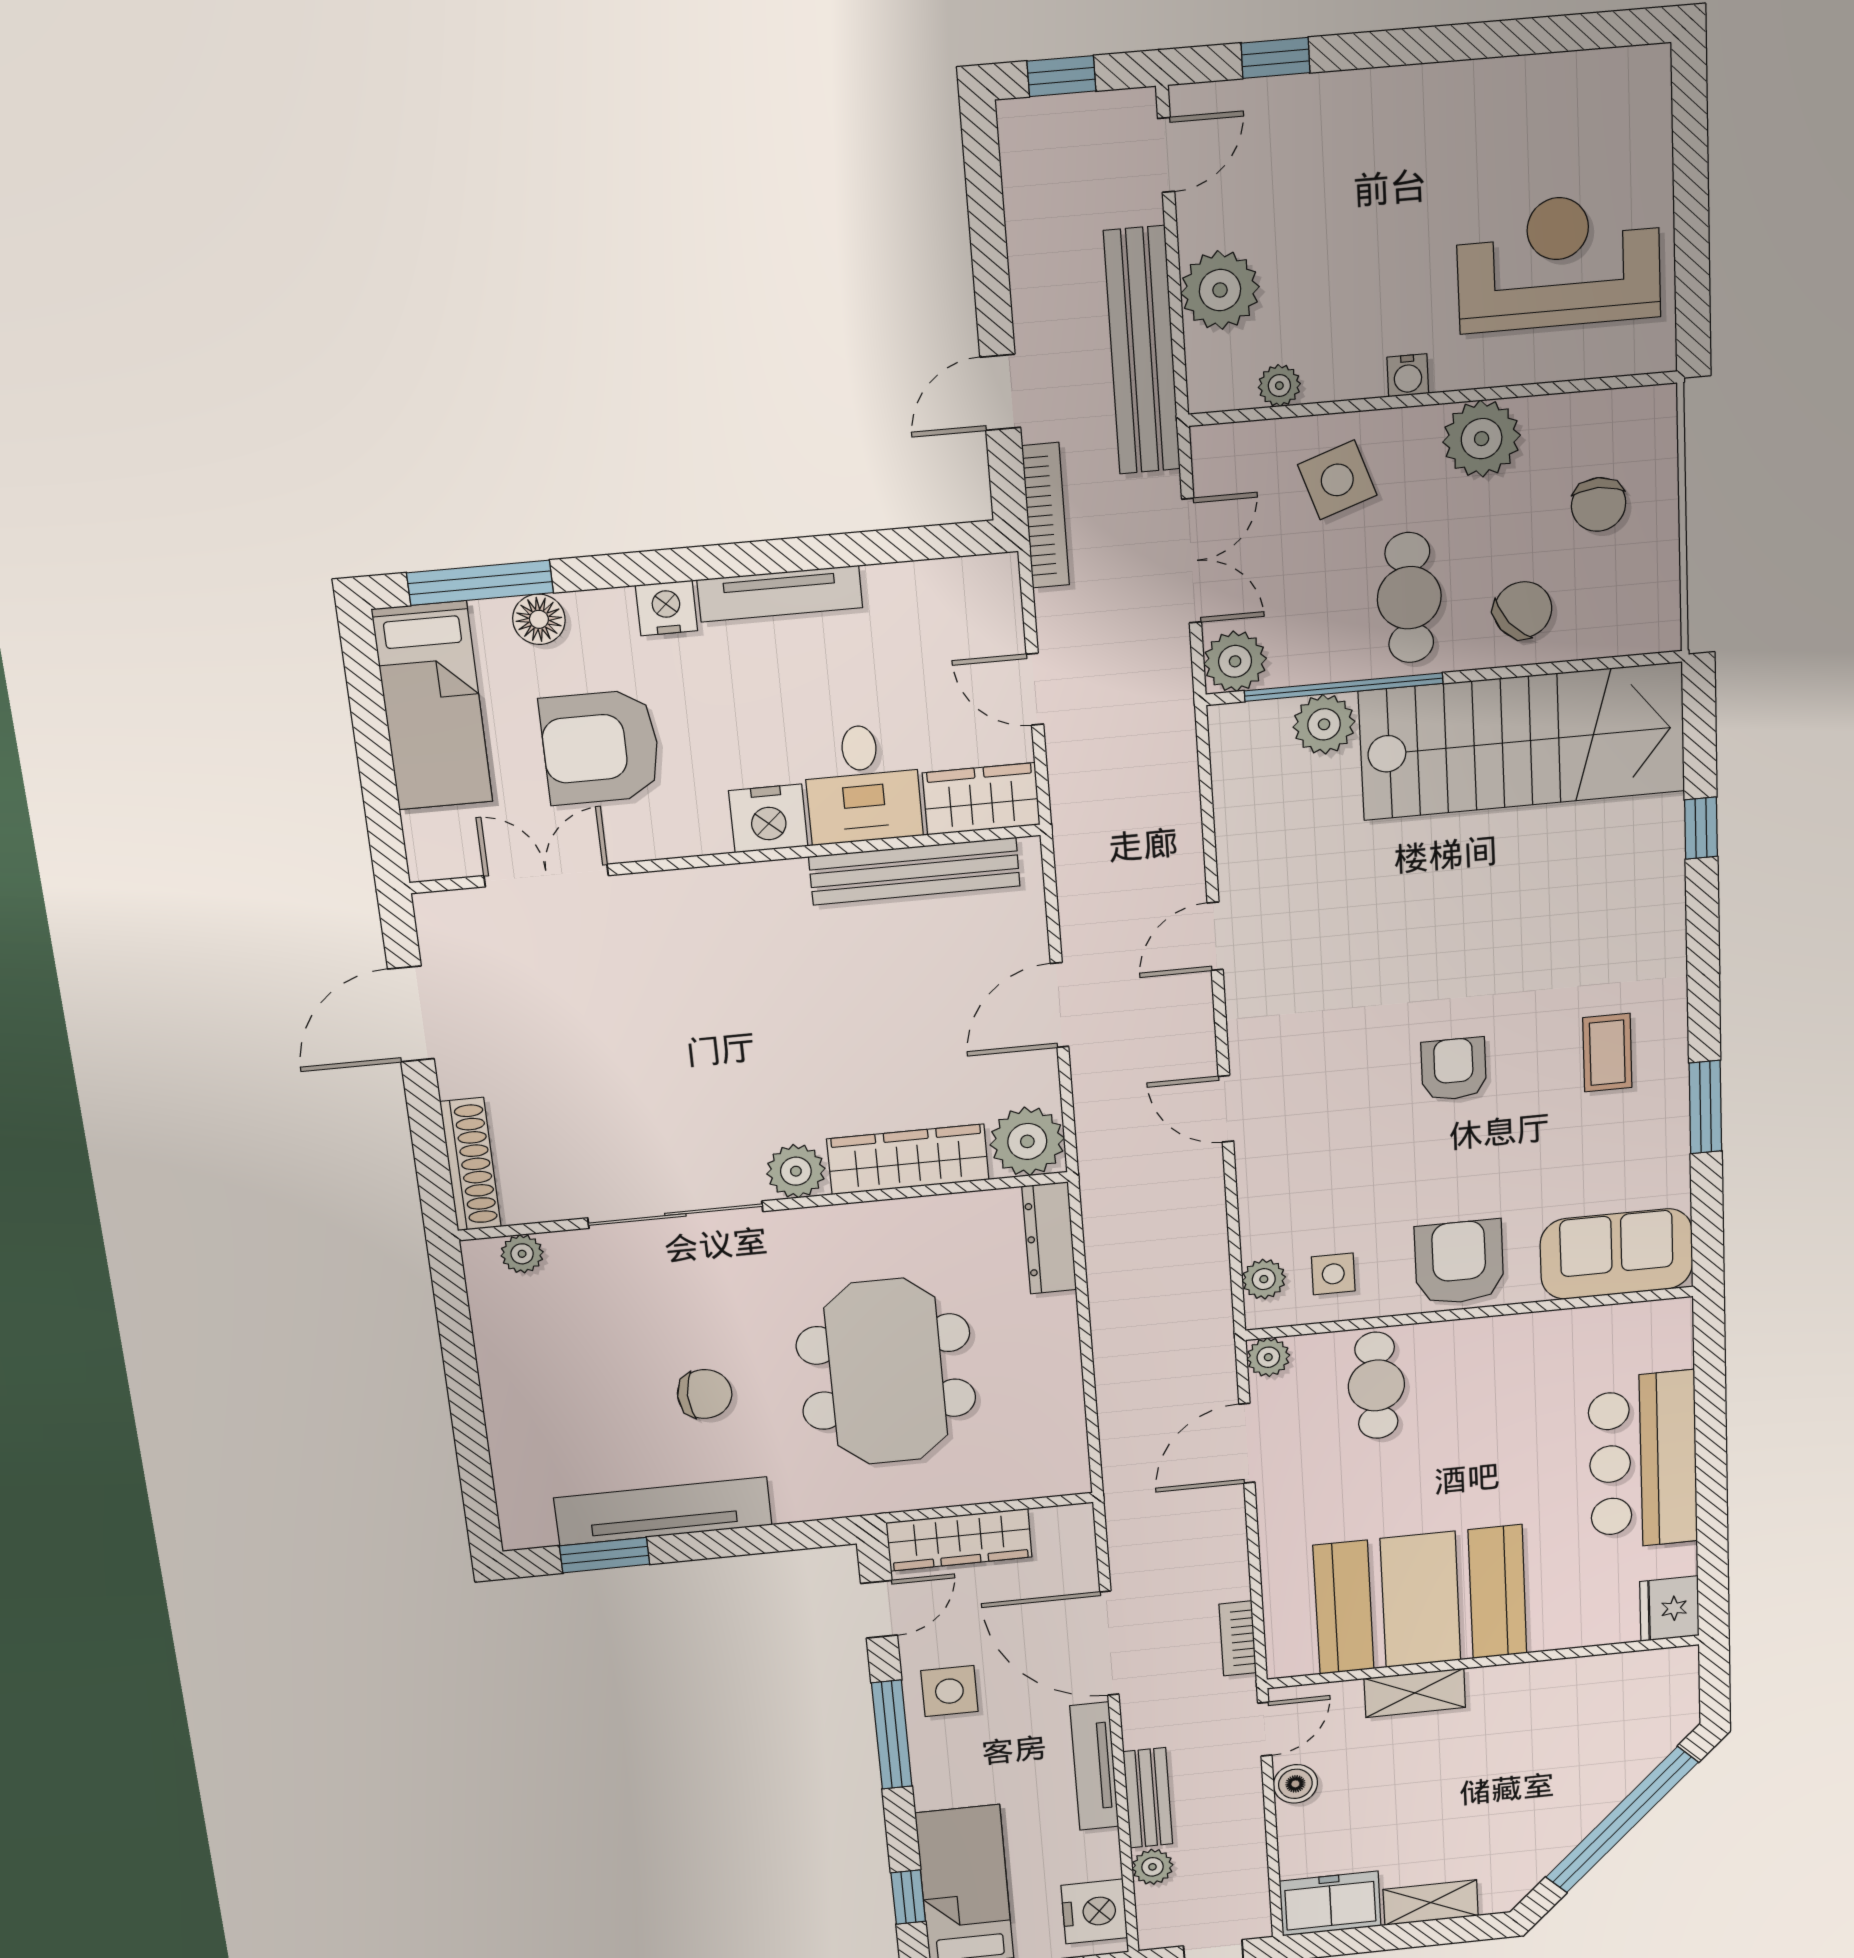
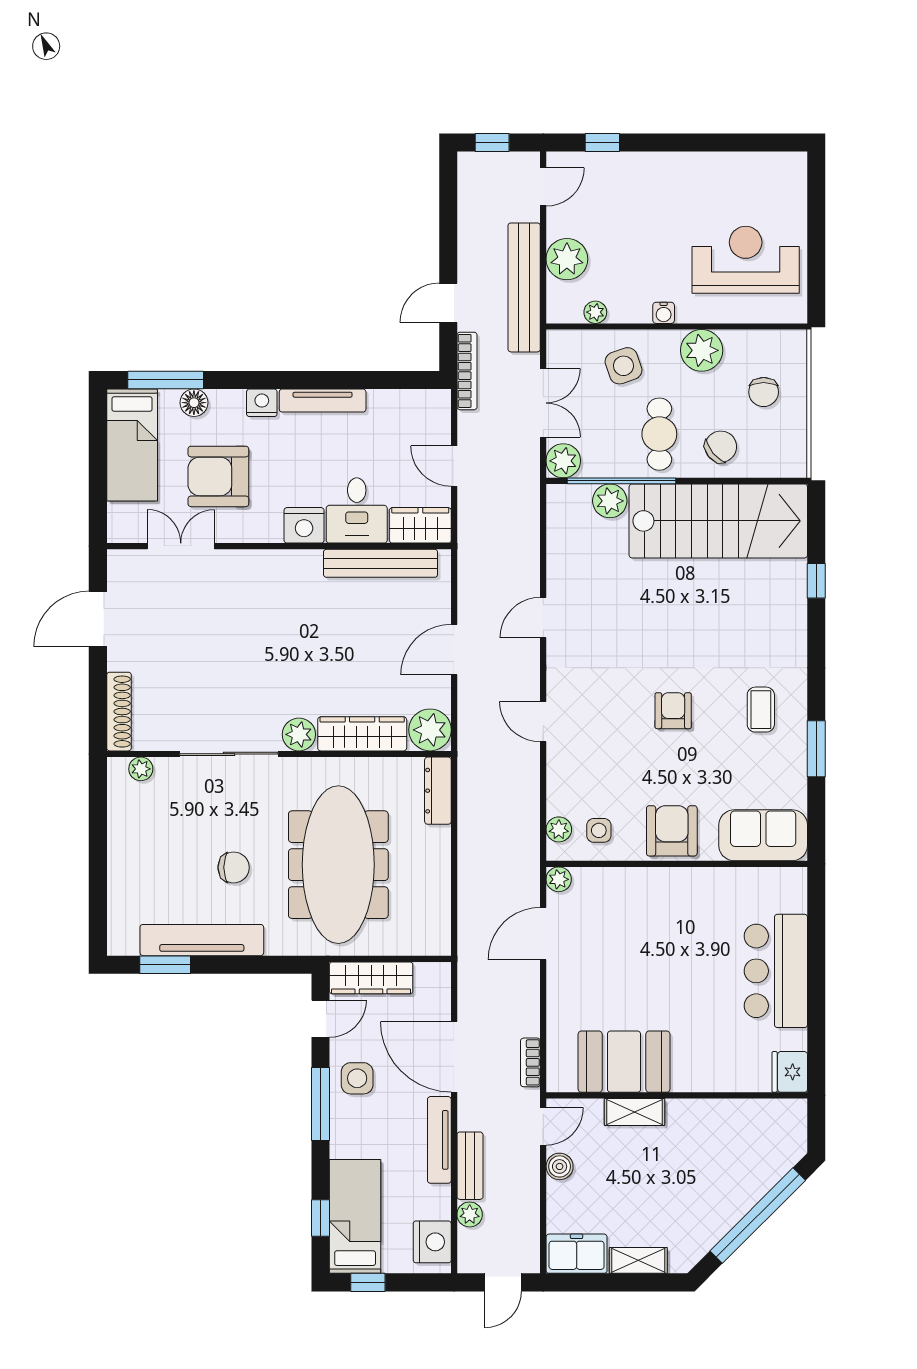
meeting table: (886, 1372) -> (338, 865), width x1.36
cafe table: (1376, 1385) -> (621, 904), removed
booth: (1421, 1600) -> (624, 1062), width x0.73, depth x0.70

